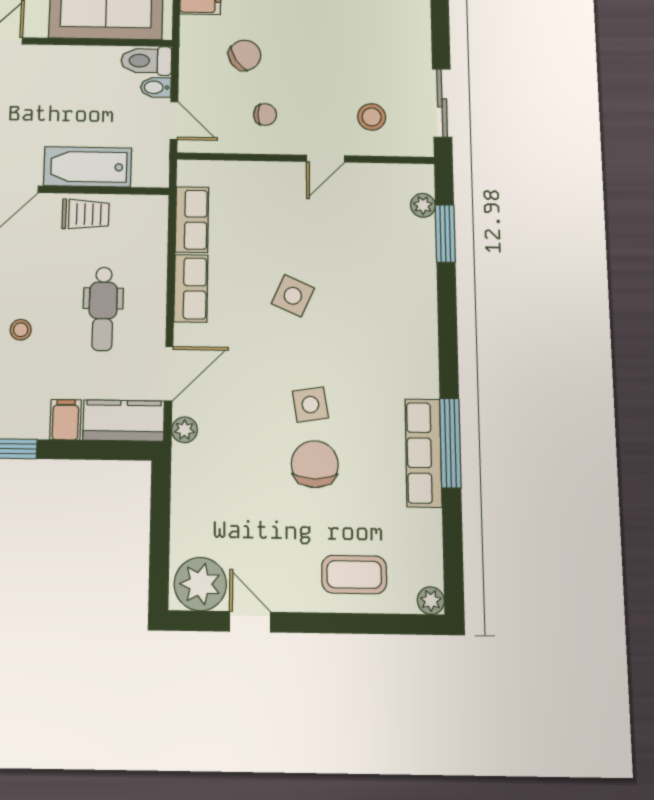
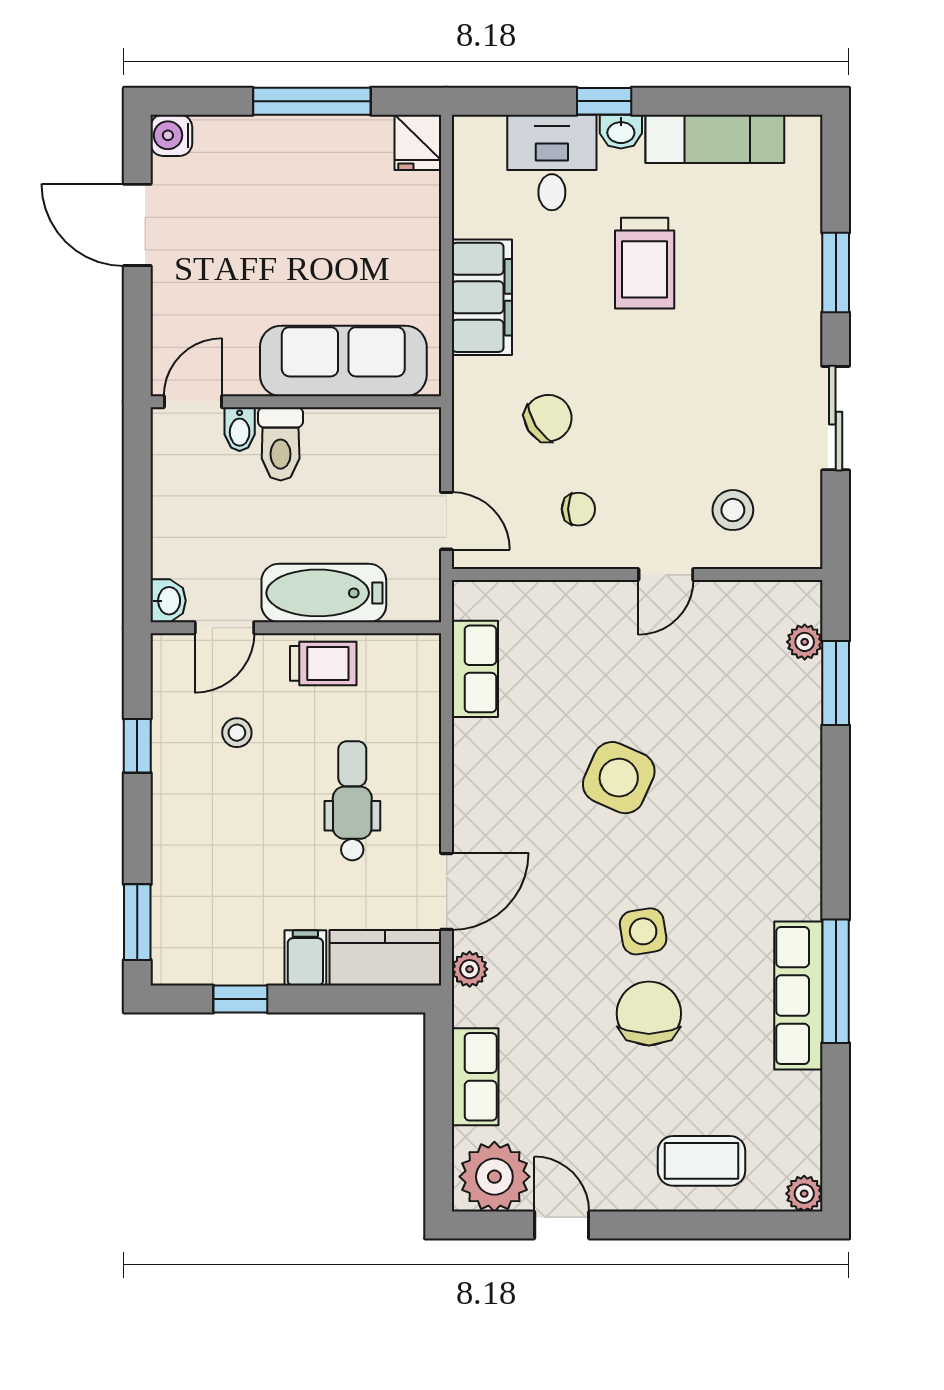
toilet: (146, 61) -> (281, 444), moved, turned -90
bidet: (156, 87) -> (240, 429), moved, turned -90
sliding door: (442, 103) -> (836, 418), moved
row of seats: (191, 288) -> (475, 1077), moved
side table: (293, 296) -> (619, 778), width x1.37, depth x1.37
dental chair: (103, 309) -> (352, 801), turned 180
stool: (21, 330) -> (237, 733), moved

